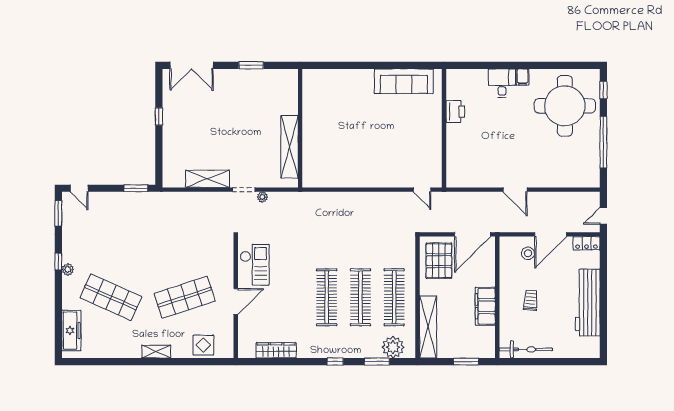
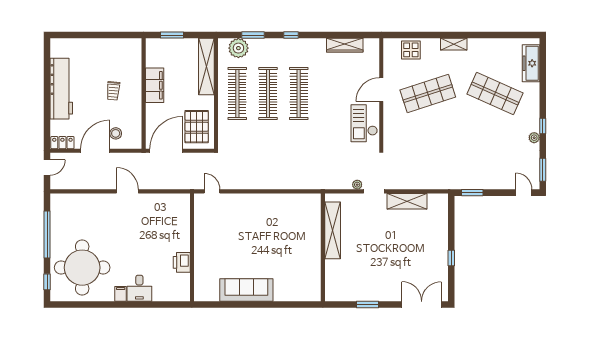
sofa: (404, 81) -> (246, 290), moved
plant: (68, 269) -> (534, 138), moved
bicycle: (526, 349) -> (118, 46), removed

